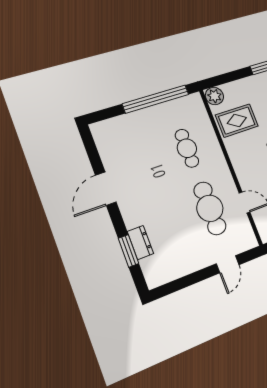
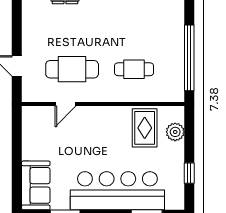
plant: (214, 96) -> (175, 132), moved

